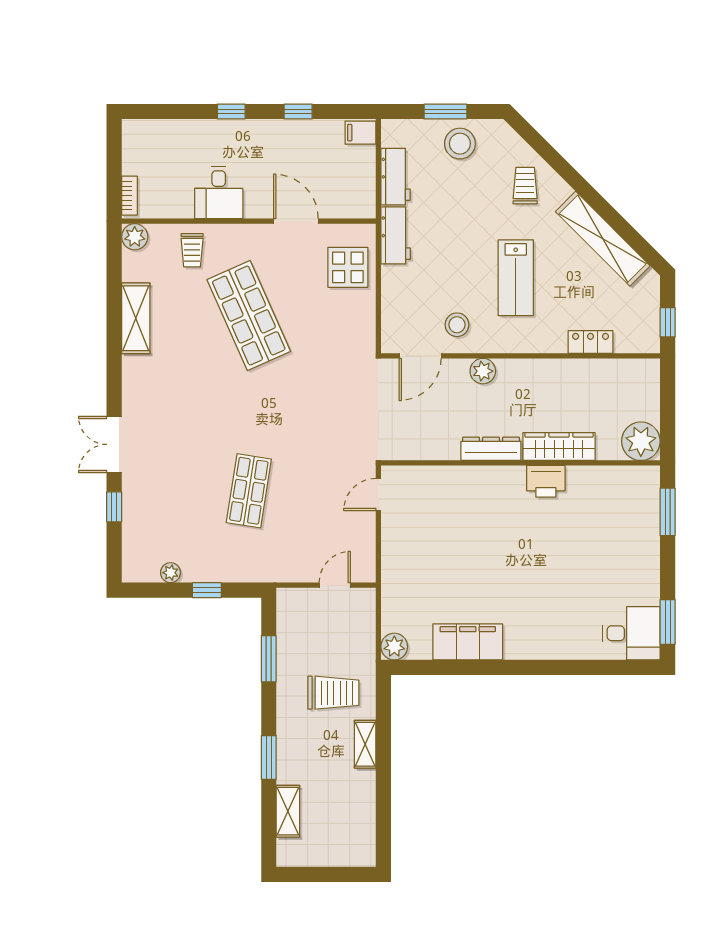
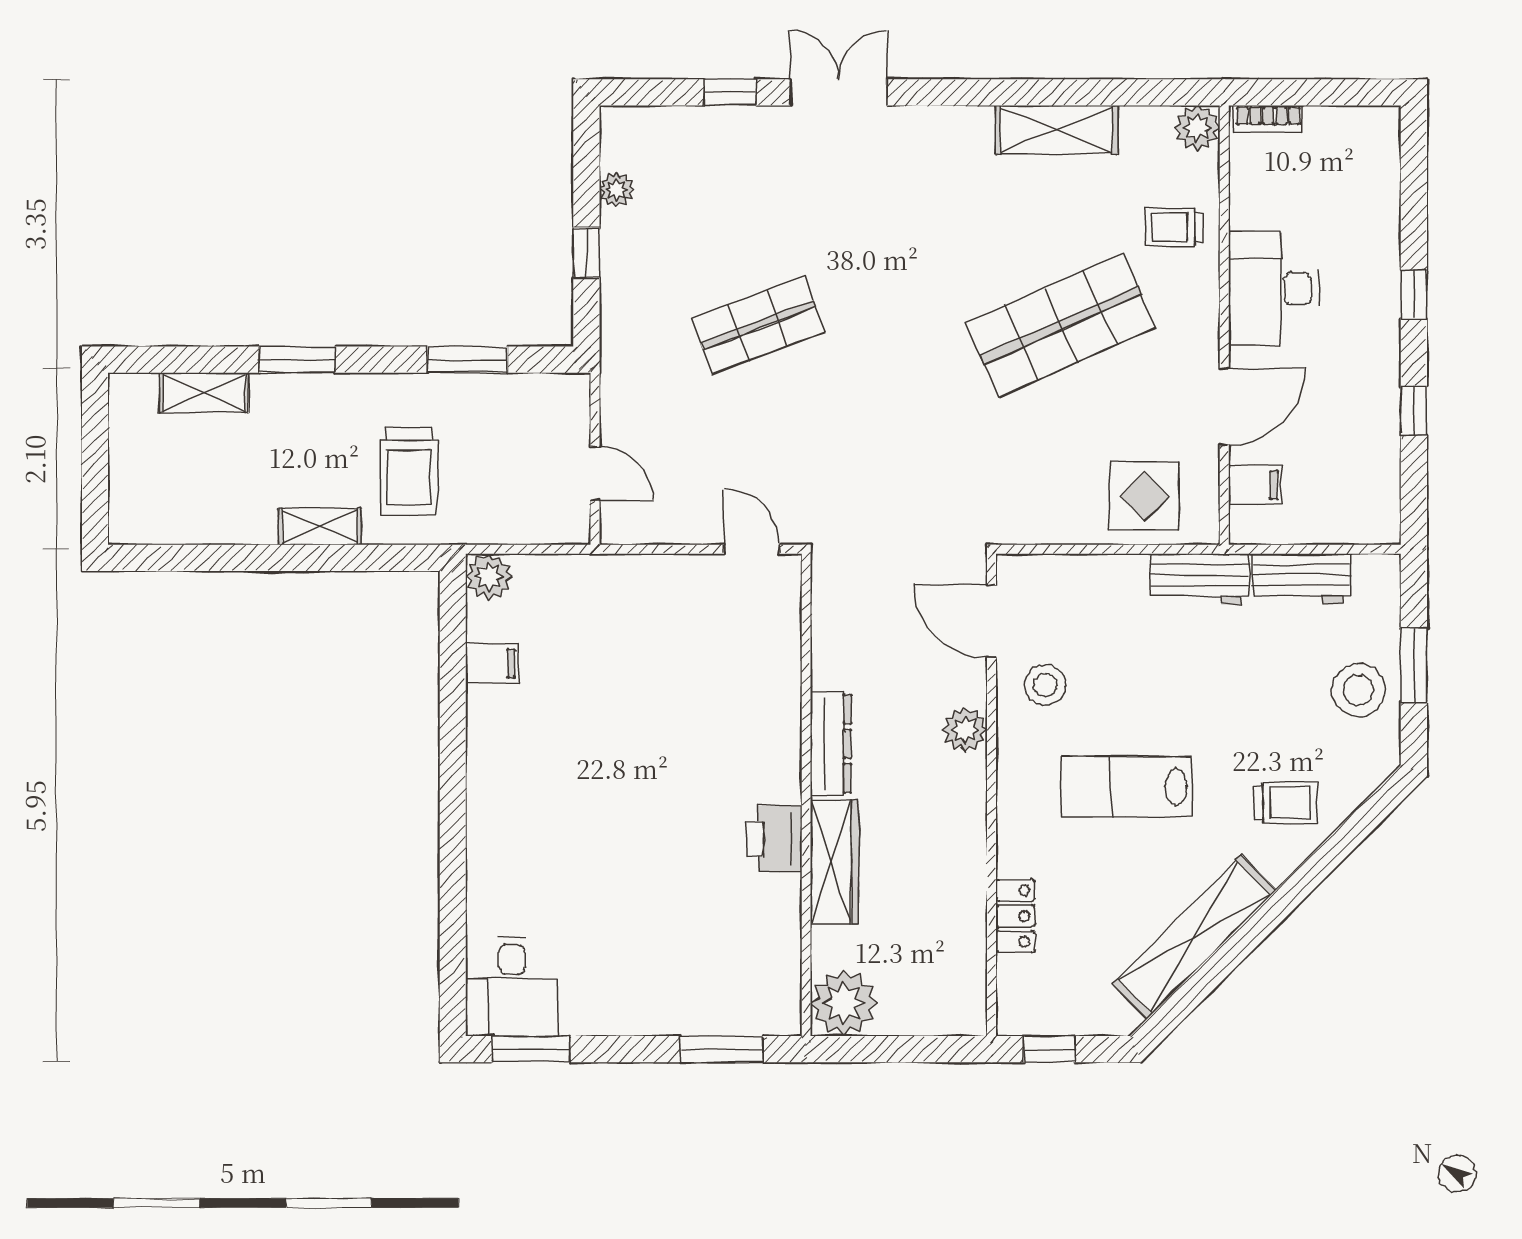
filing cabinet: (361, 133) -> (1255, 485), moved, turned 90
desk: (219, 193) -> (1274, 289), width x1.37
shop shelf: (249, 491) -> (758, 325), turned -30
filing cabinet: (468, 642) -> (492, 663), width x0.33, depth x0.86

